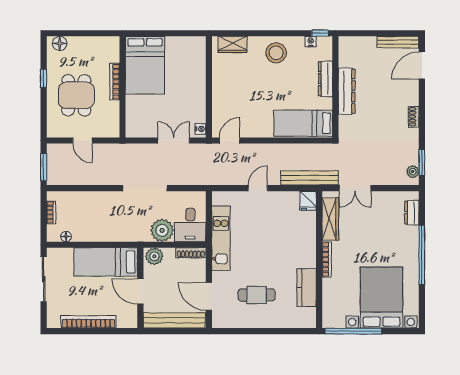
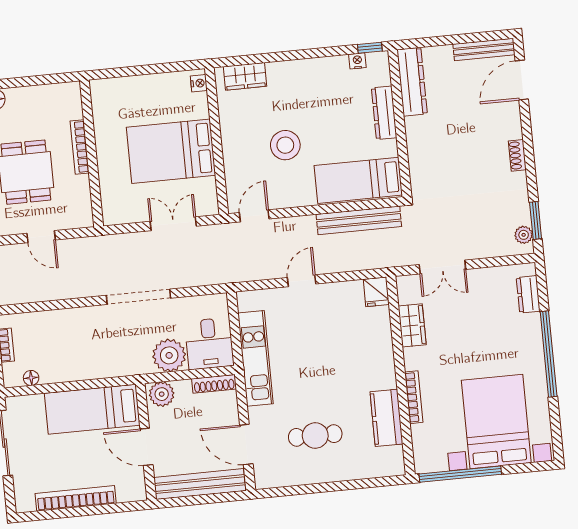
stool: (276, 53) -> (285, 145), moved
bed: (145, 65) -> (171, 151), moved, turned 90
dresser: (347, 91) -> (412, 82), moved
nightstand: (201, 129) -> (199, 83), moved
bench: (310, 178) -> (359, 220), moved
wardrobe: (330, 219) -> (412, 325), width x0.67
bookcase: (327, 259) -> (414, 397), moved

